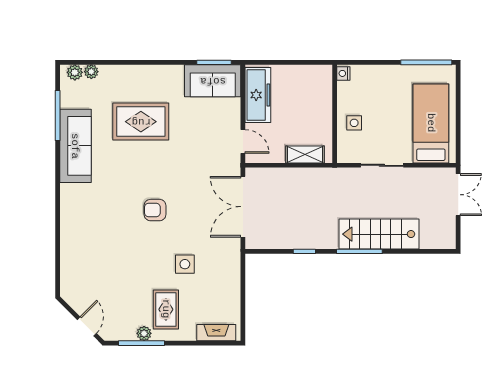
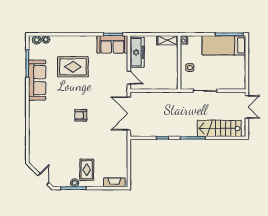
bed: (431, 123) -> (224, 45), moved, turned -90
shelving: (305, 154) -> (167, 40), moved
stairs: (379, 234) -> (219, 128), moved
side table: (185, 264) -> (97, 145), removed

